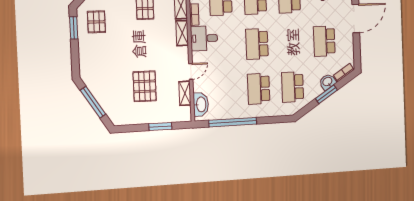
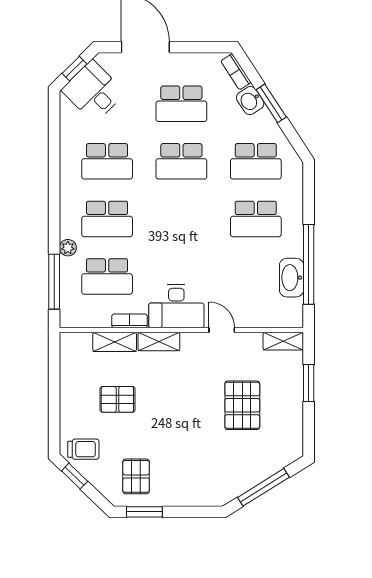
pallet: (96, 22) -> (136, 476), turned 90
desk: (204, 38) -> (176, 306), width x1.37
school desk: (257, 44) -> (181, 161), moved
pallet: (145, 86) -> (242, 405), turned 90
shelving: (185, 93) -> (283, 341), moved
washbasin: (201, 104) -> (291, 278), moved, turned -90

